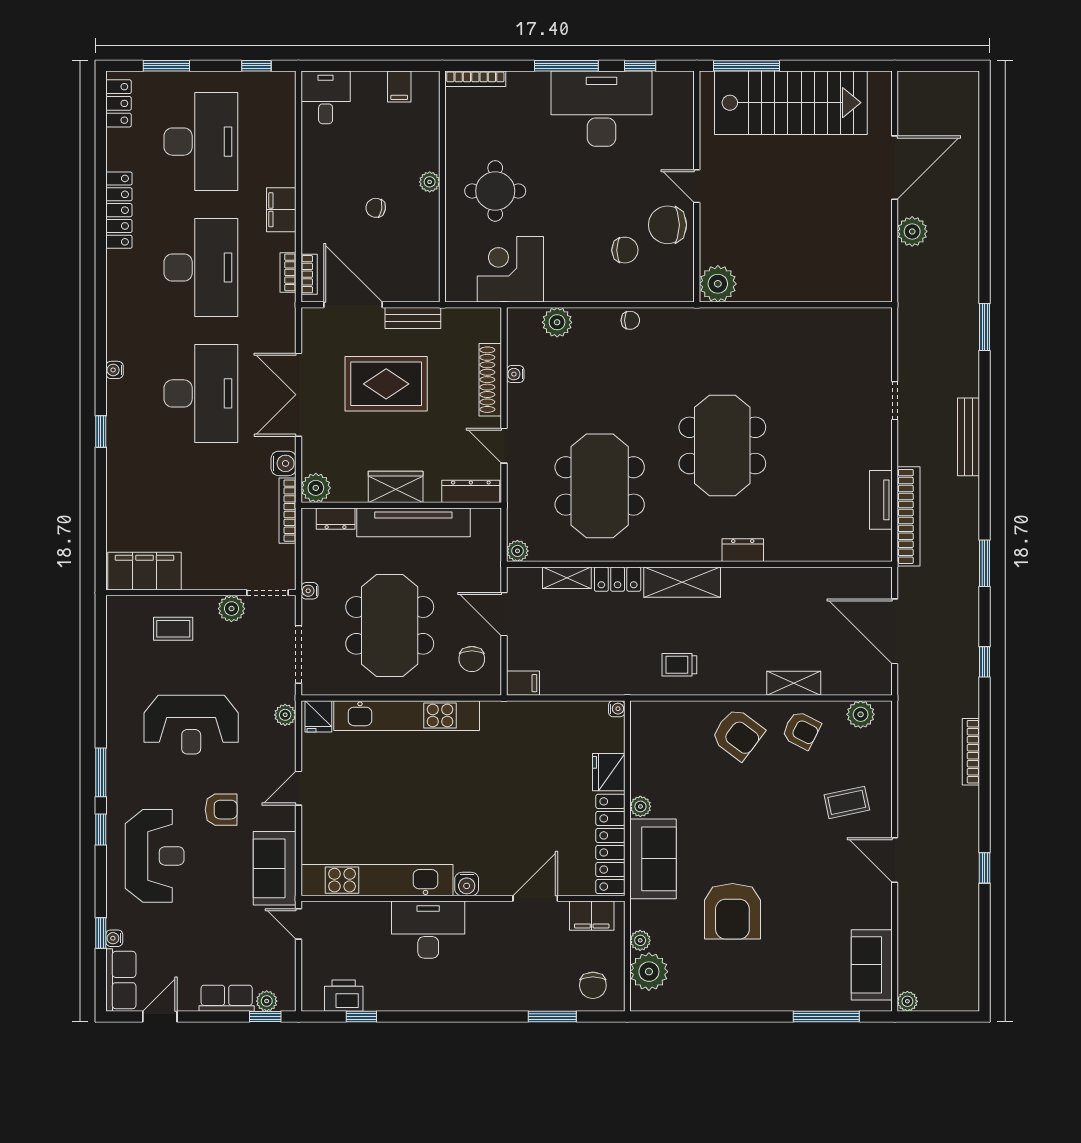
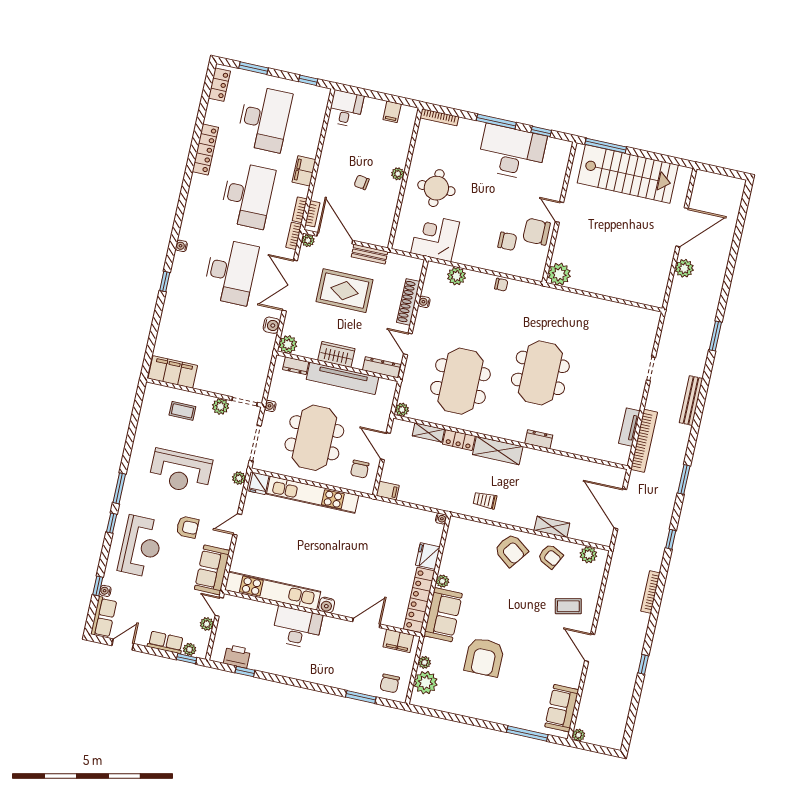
plant: (311, 318) -> (308, 241), added
bookcase: (288, 511) -> (294, 236), moved, width x0.64
plant: (285, 955) -> (207, 624), added

